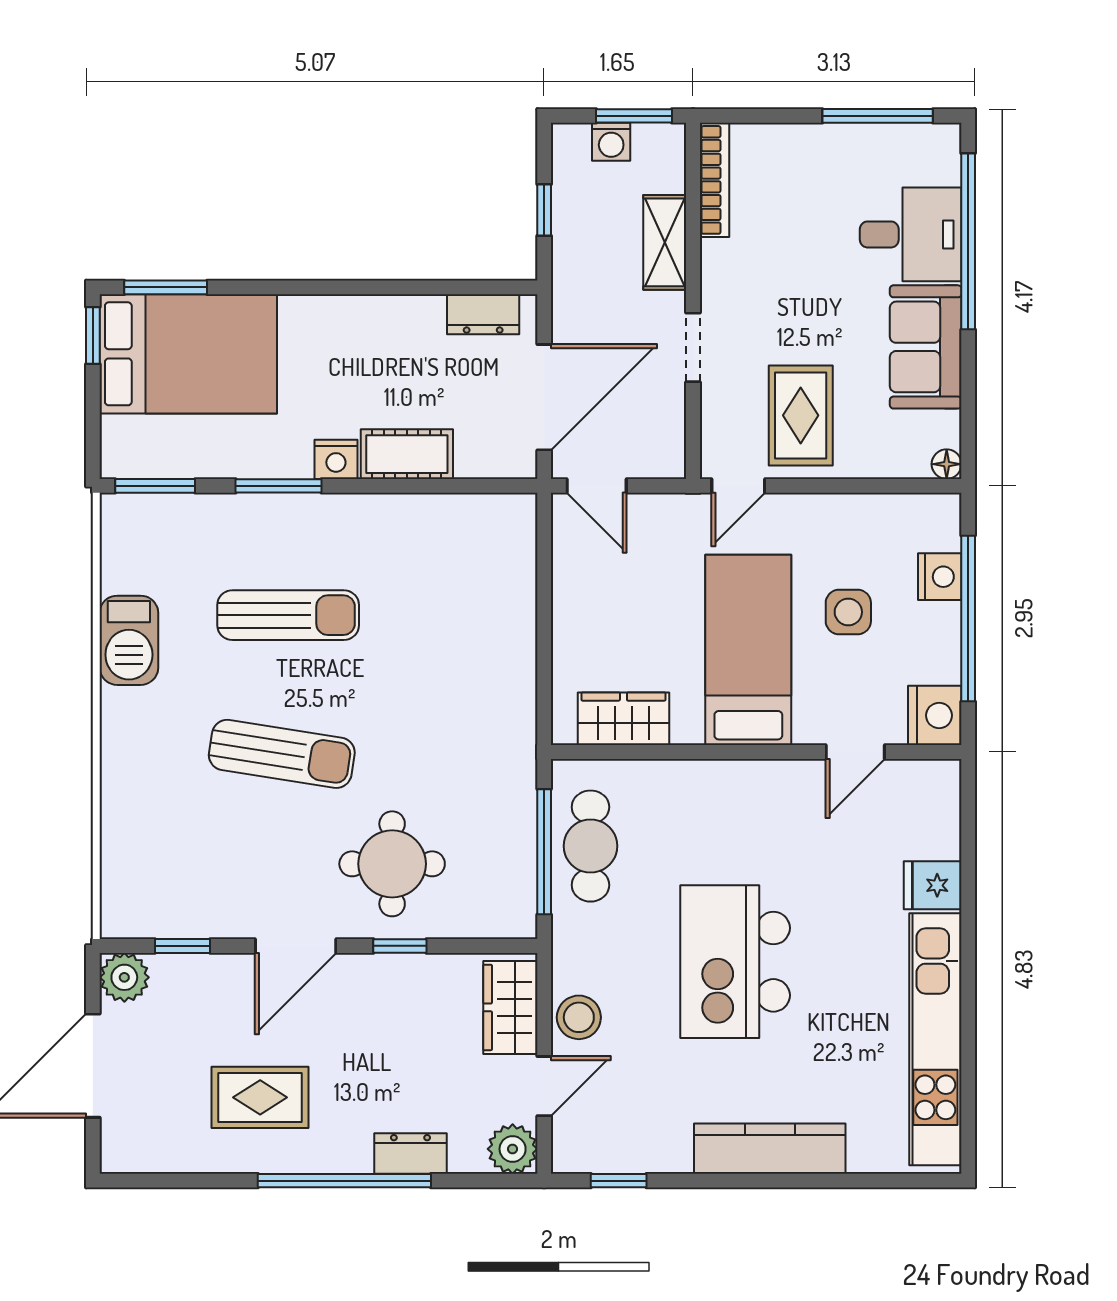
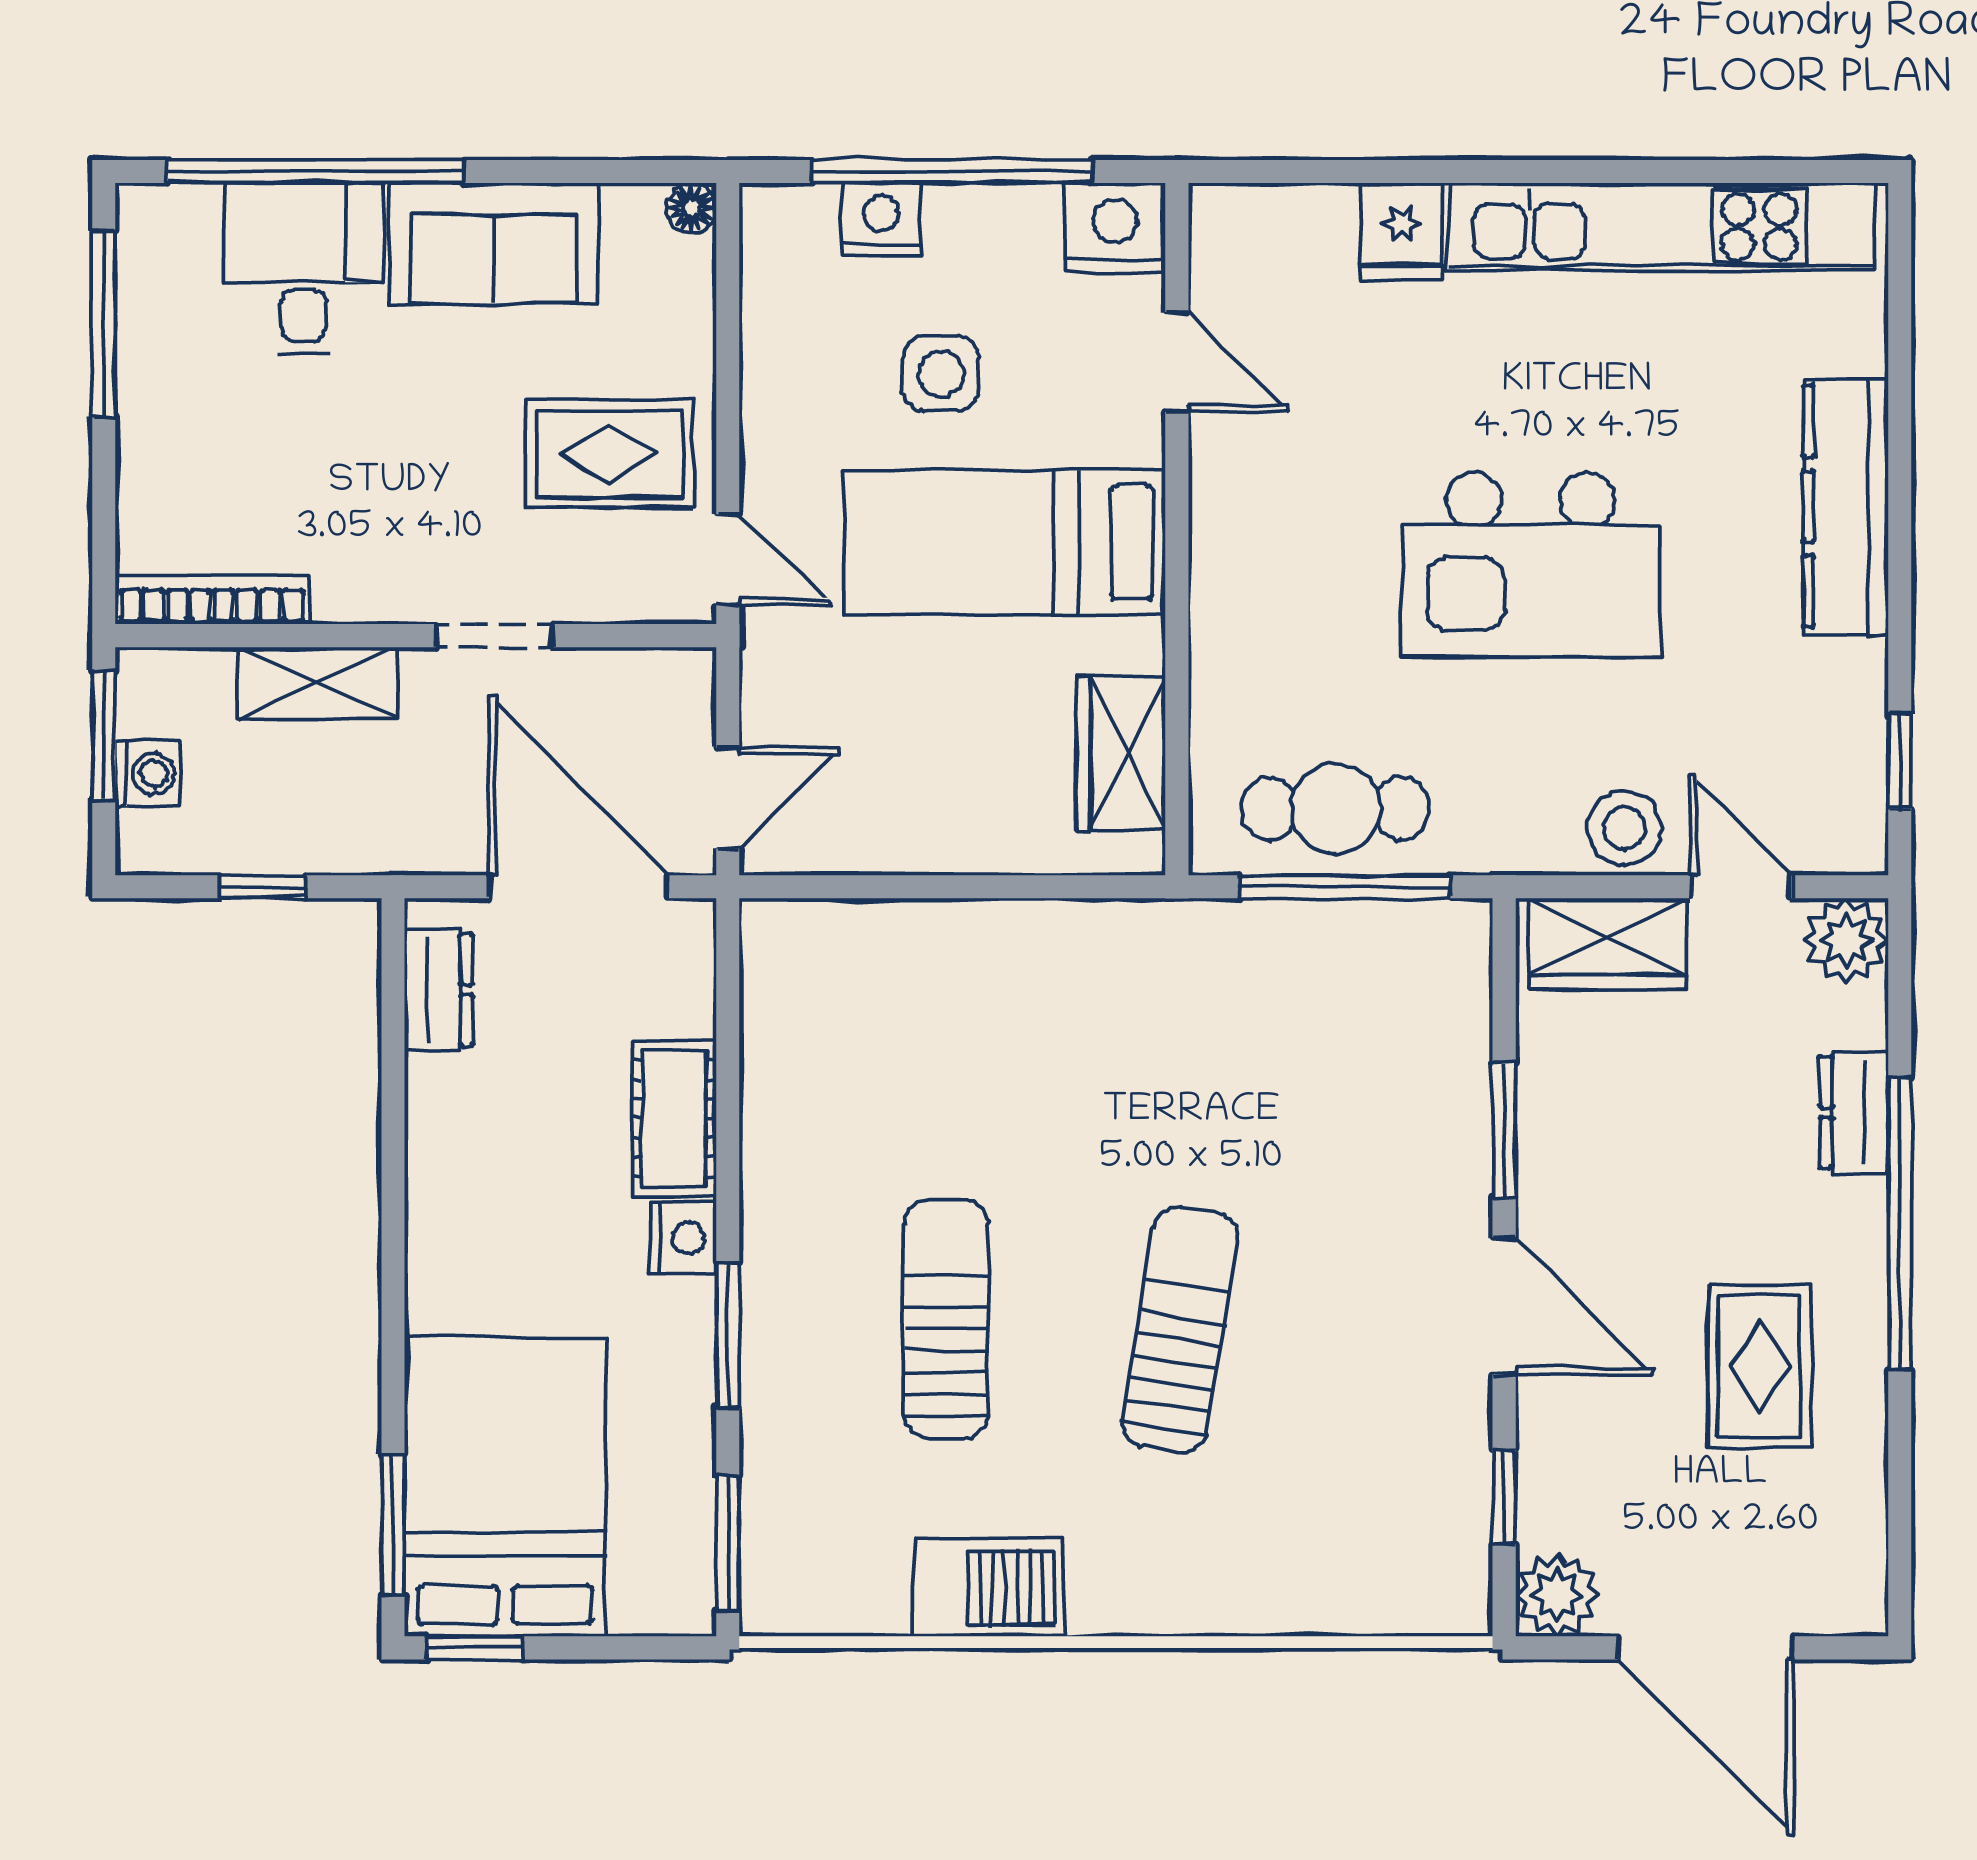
round table: (392, 864) -> (1366, 1143), removed
window: (400, 946) -> (1504, 1130), width x1.50

